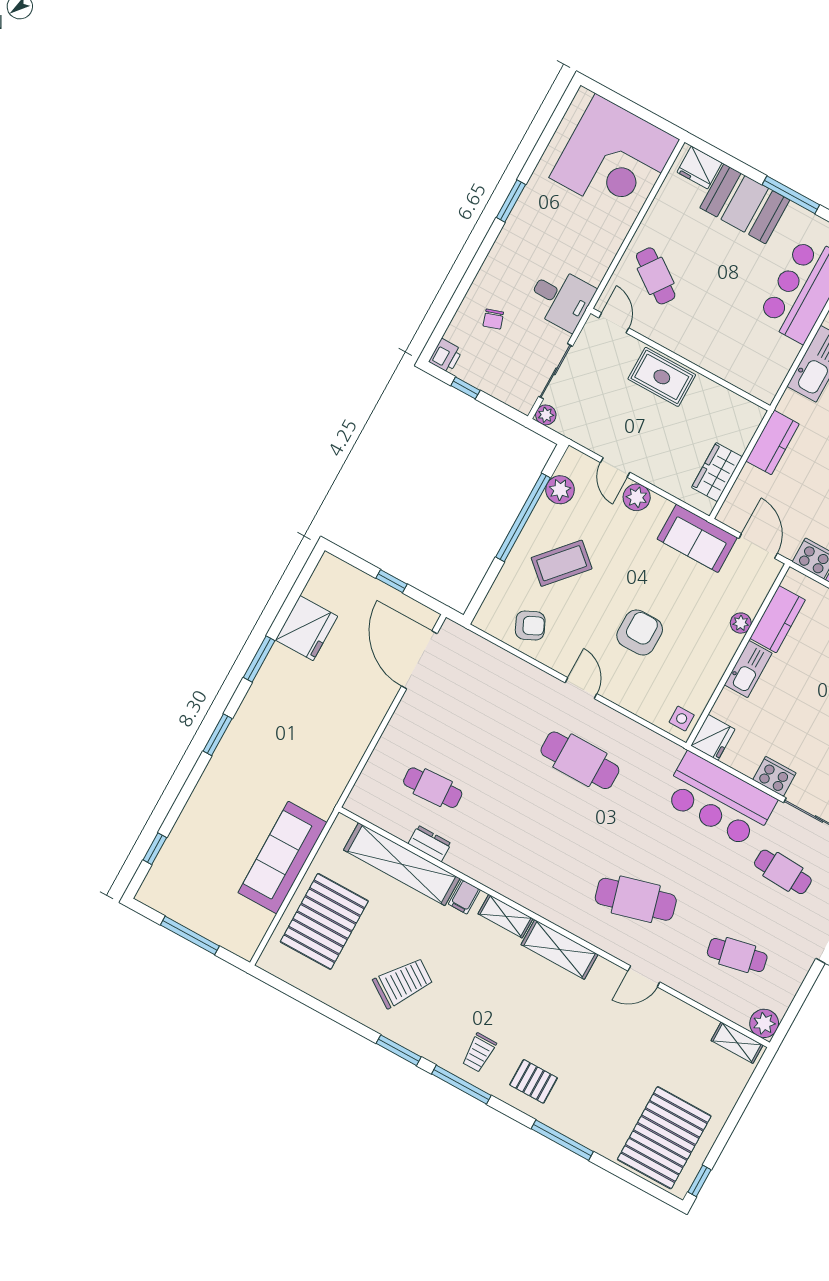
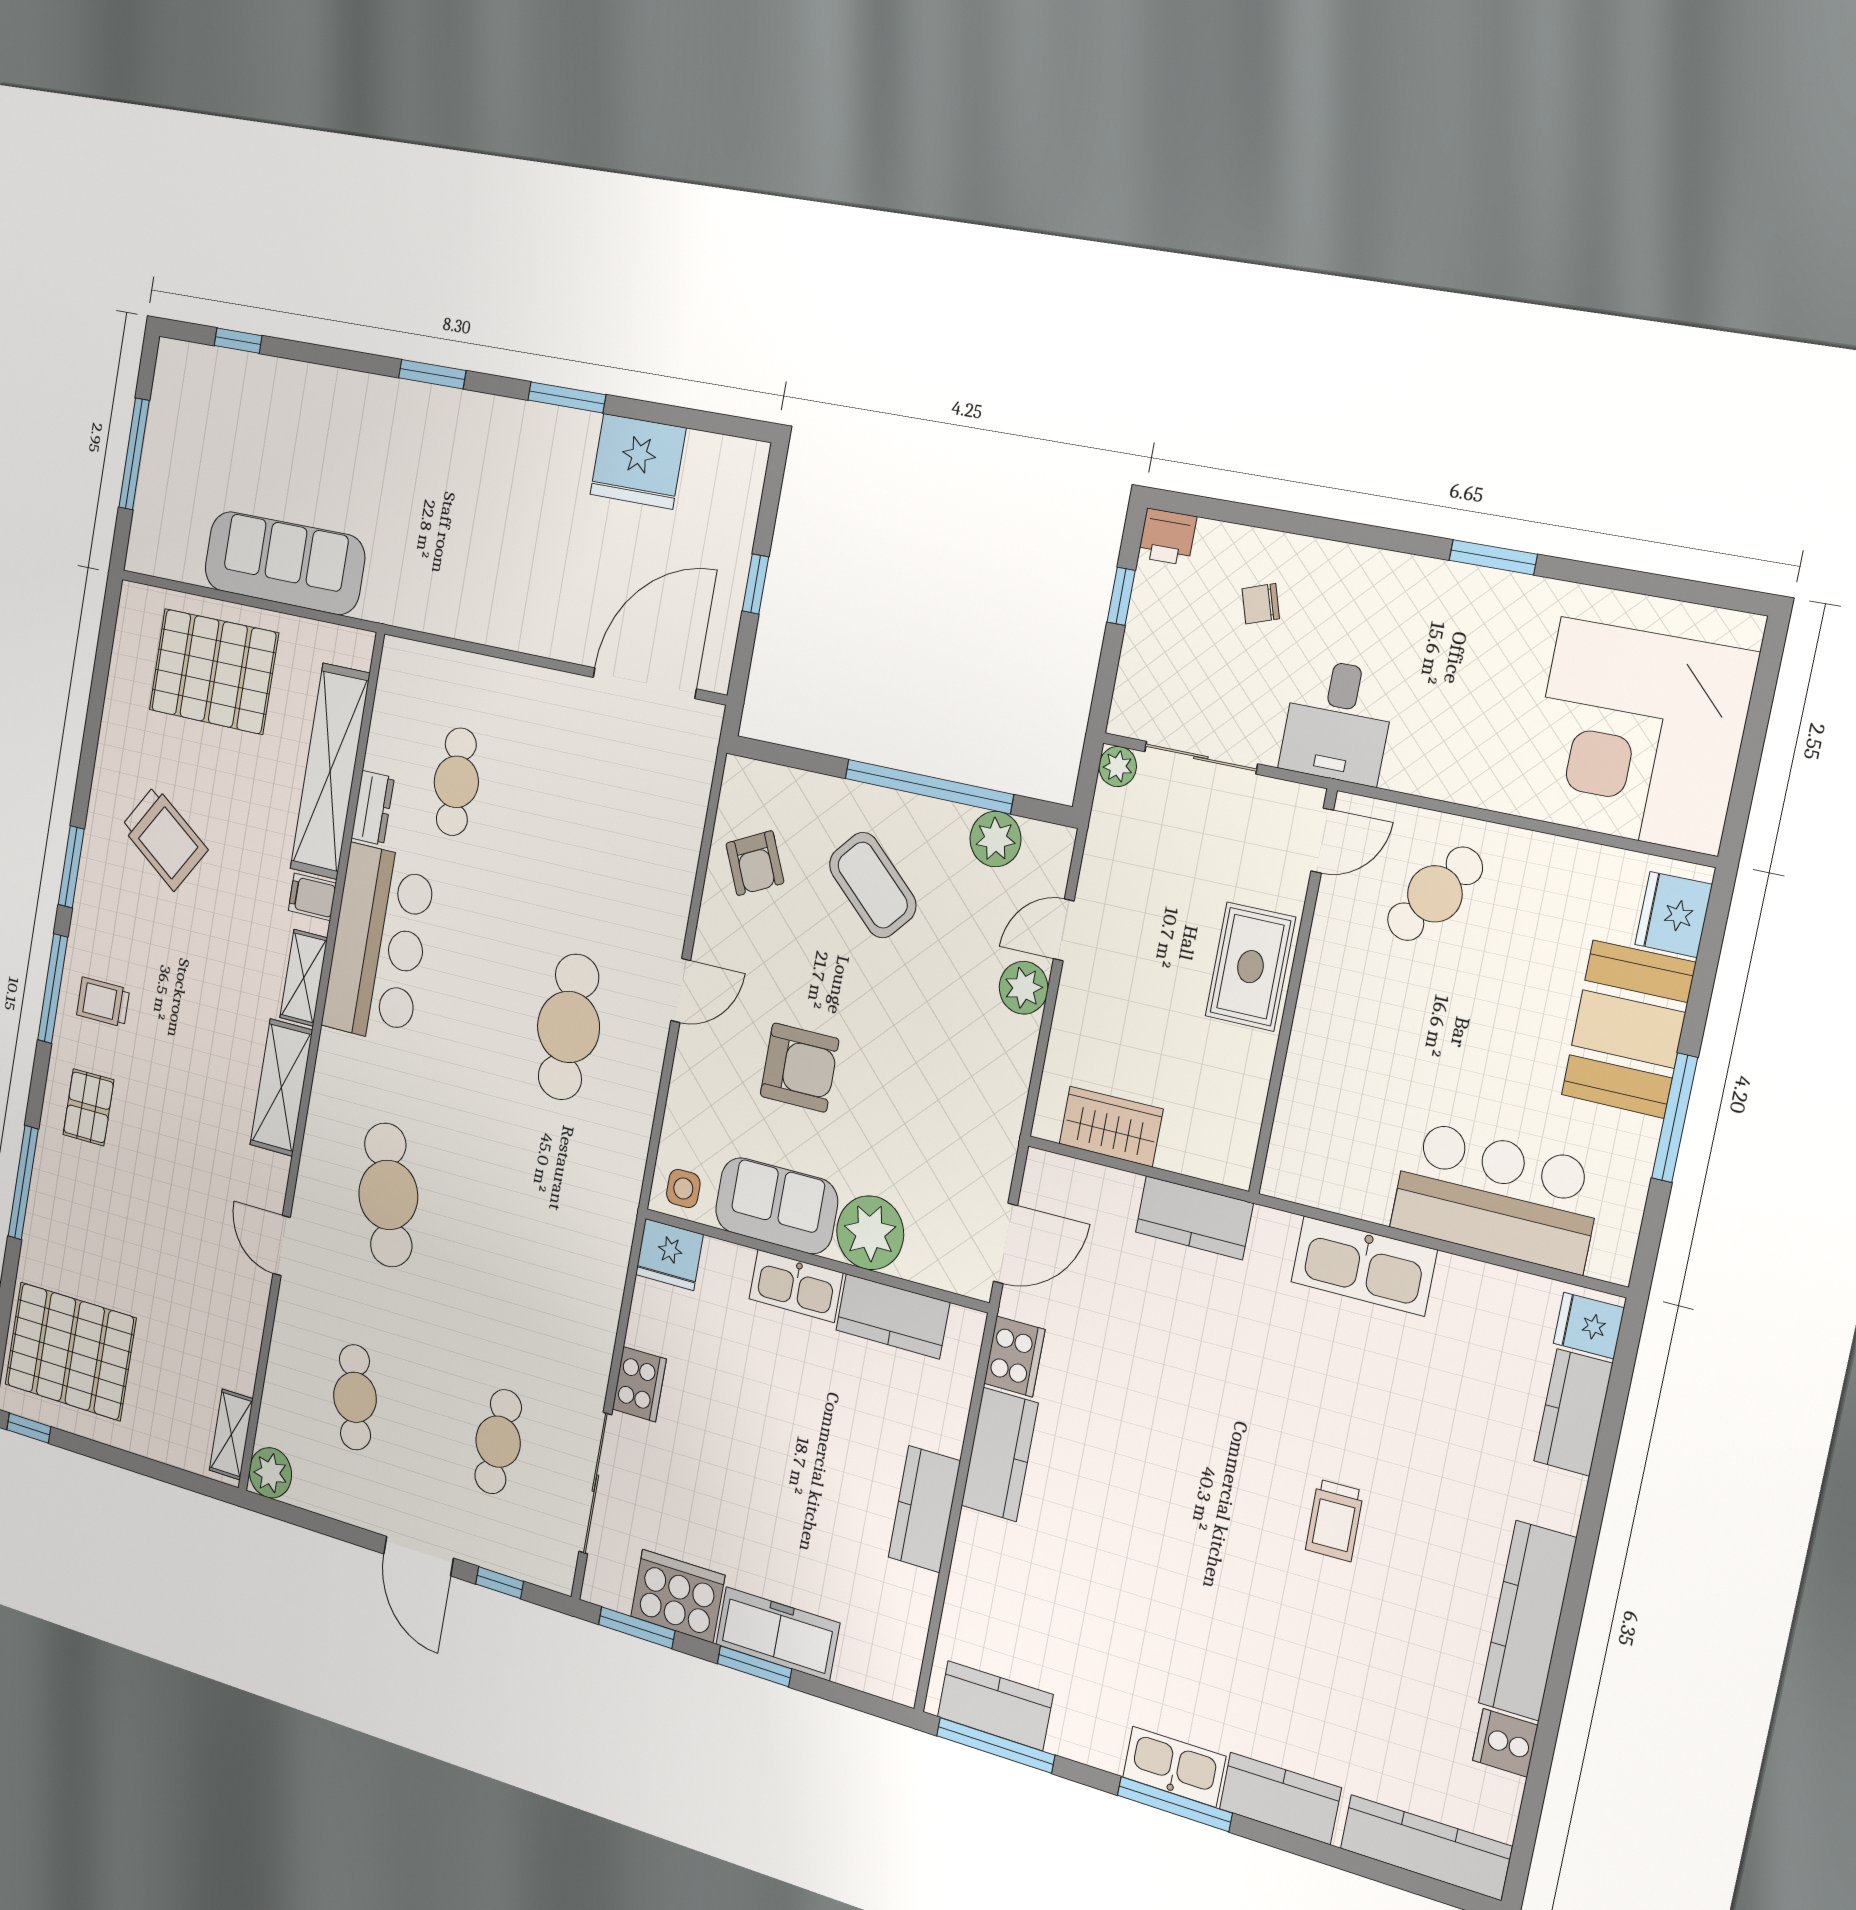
sofa: (697, 538) -> (776, 1206), moved, turned 90
plant: (741, 623) -> (870, 1233), width x1.87, depth x1.87
bar counter: (719, 800) -> (379, 944), moved, turned 180

